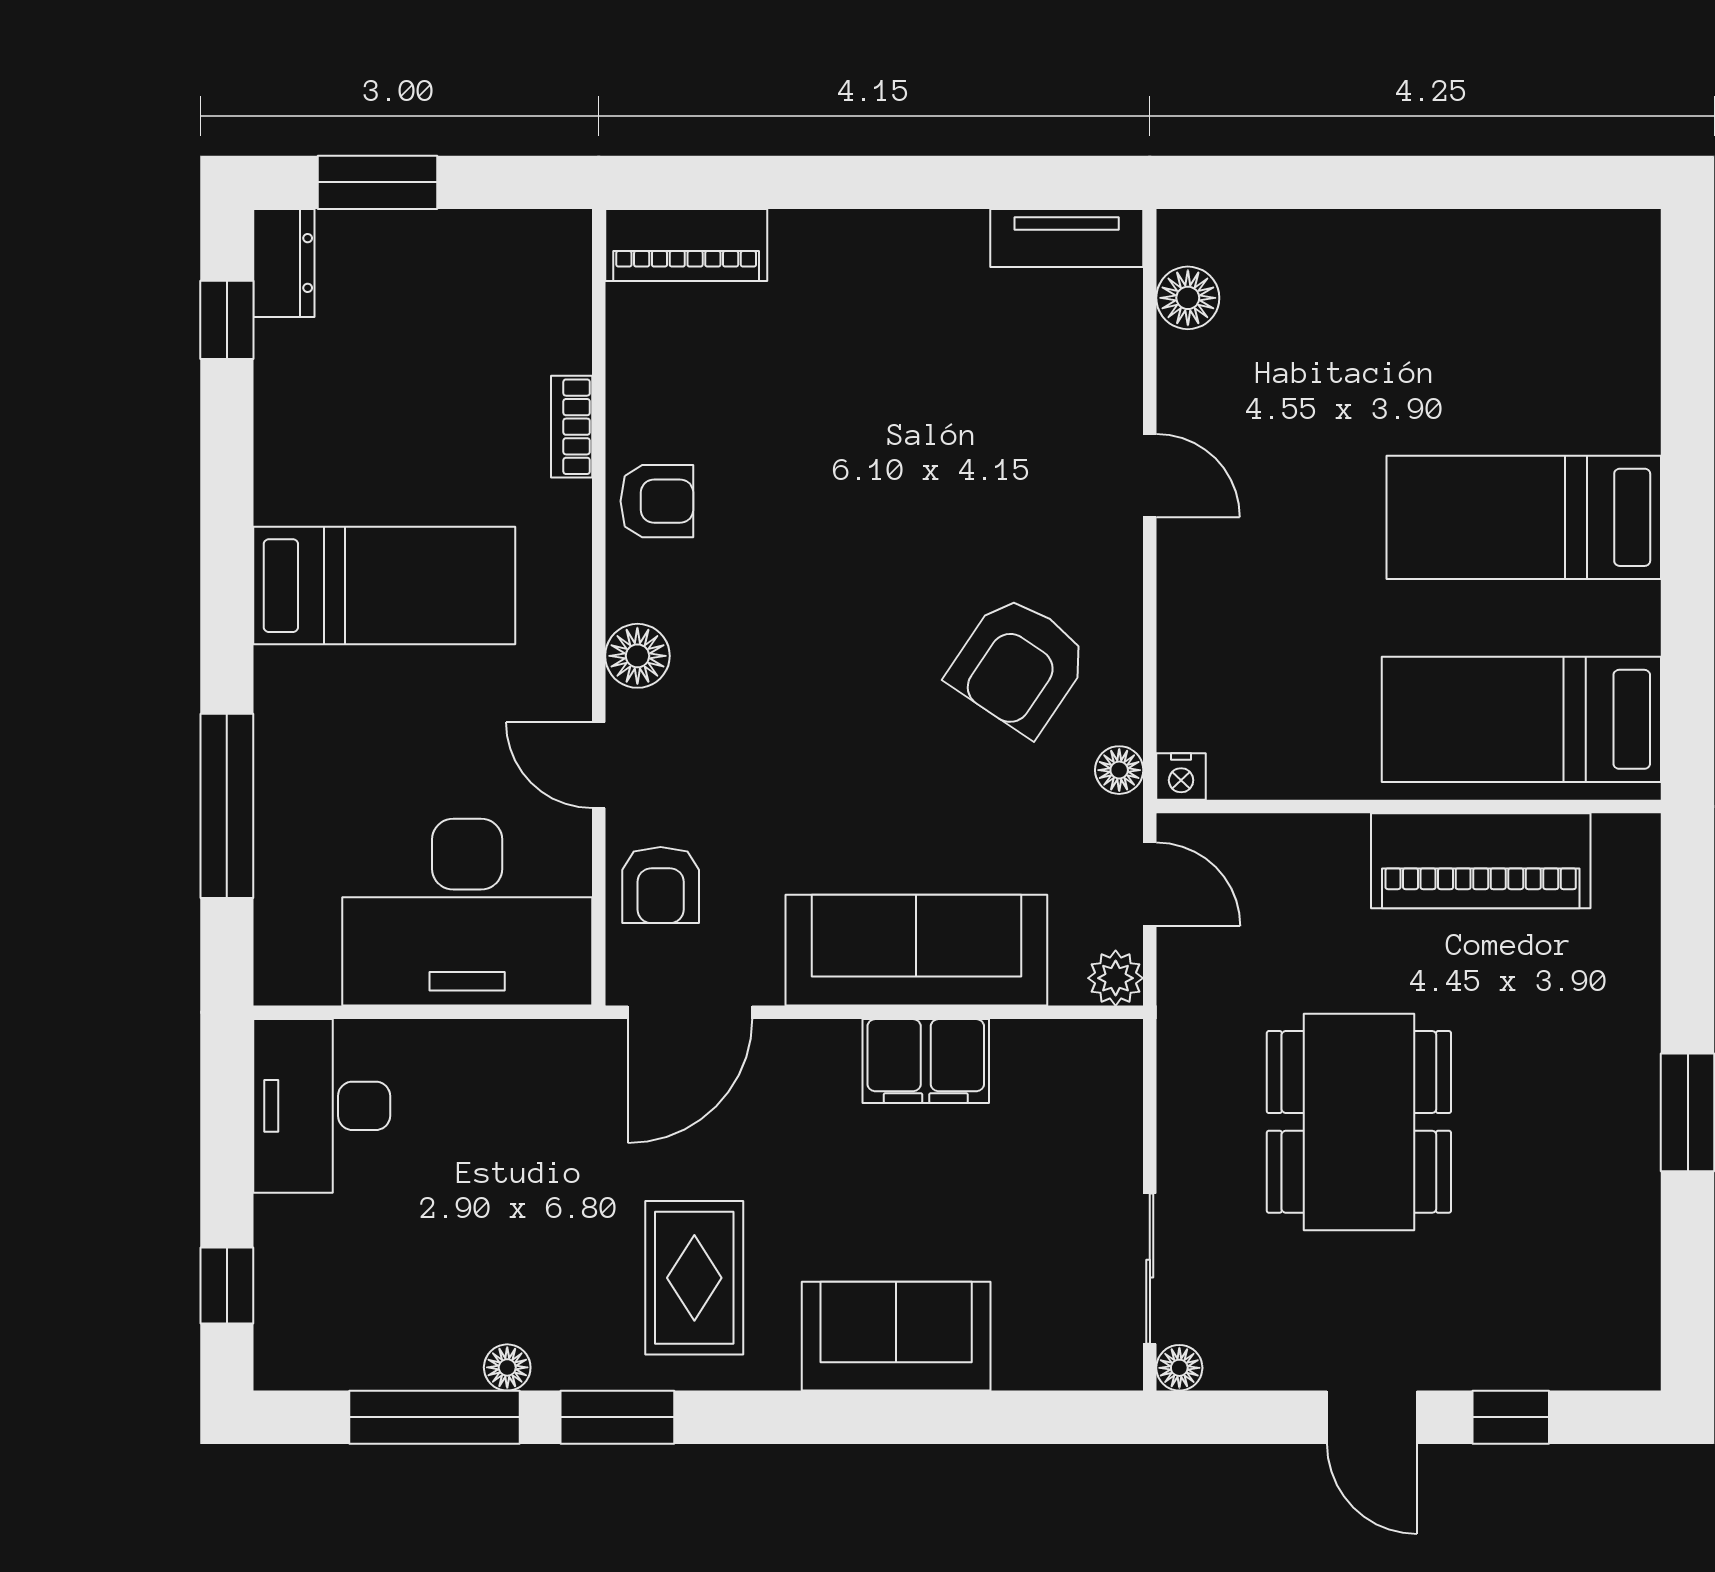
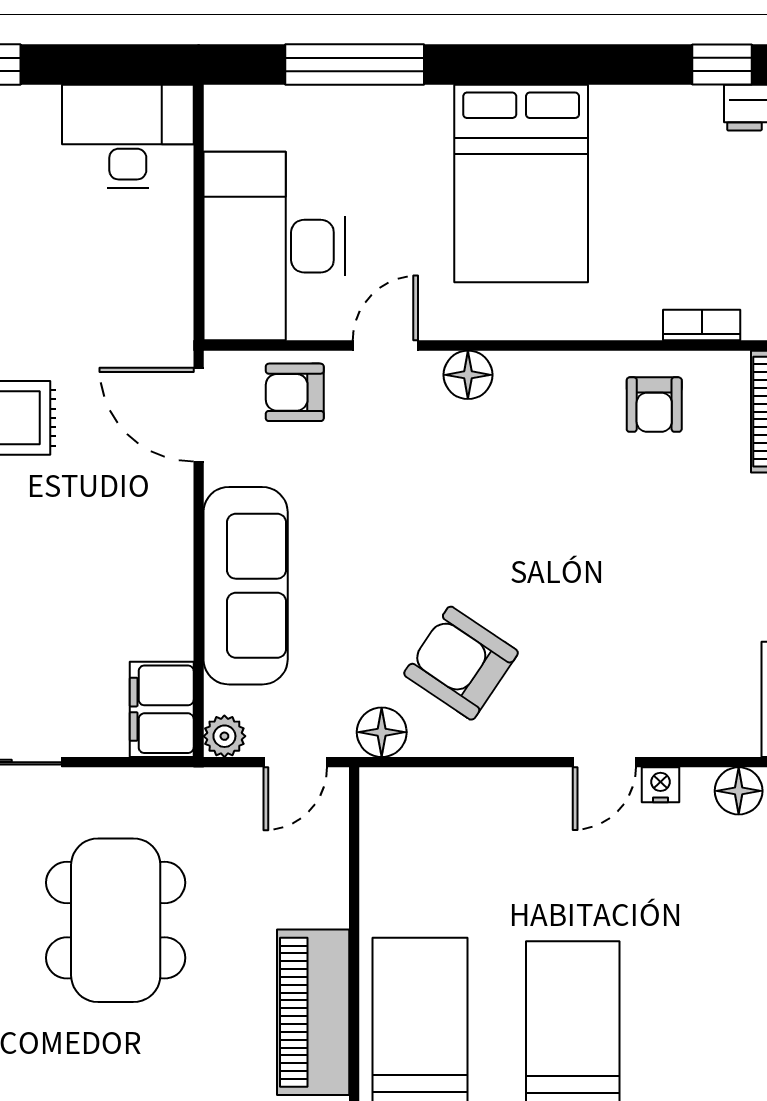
bookcase: (572, 427) -> (702, 325), moved
armchair: (657, 501) -> (654, 405), moved
bed: (384, 586) -> (521, 183), width x1.50
floor lamp: (1119, 770) -> (382, 732), width x1.37, depth x1.37
nightstand: (1181, 777) -> (661, 785), moved, turned 90
filing cabinet: (926, 1061) -> (162, 709), moved
dining table: (1359, 1122) -> (116, 920), turned 90

